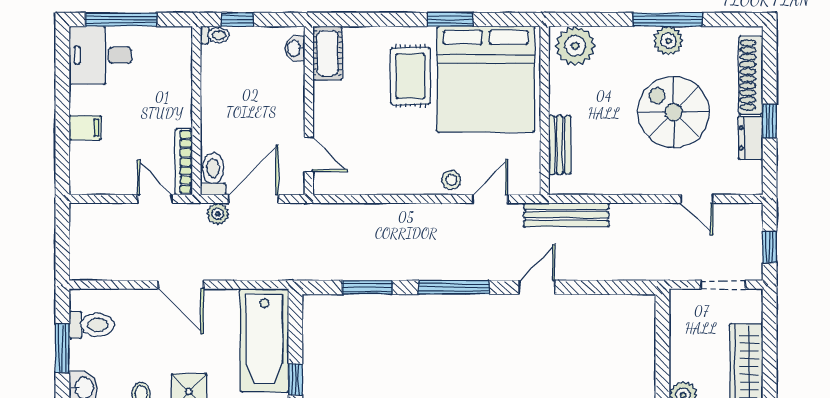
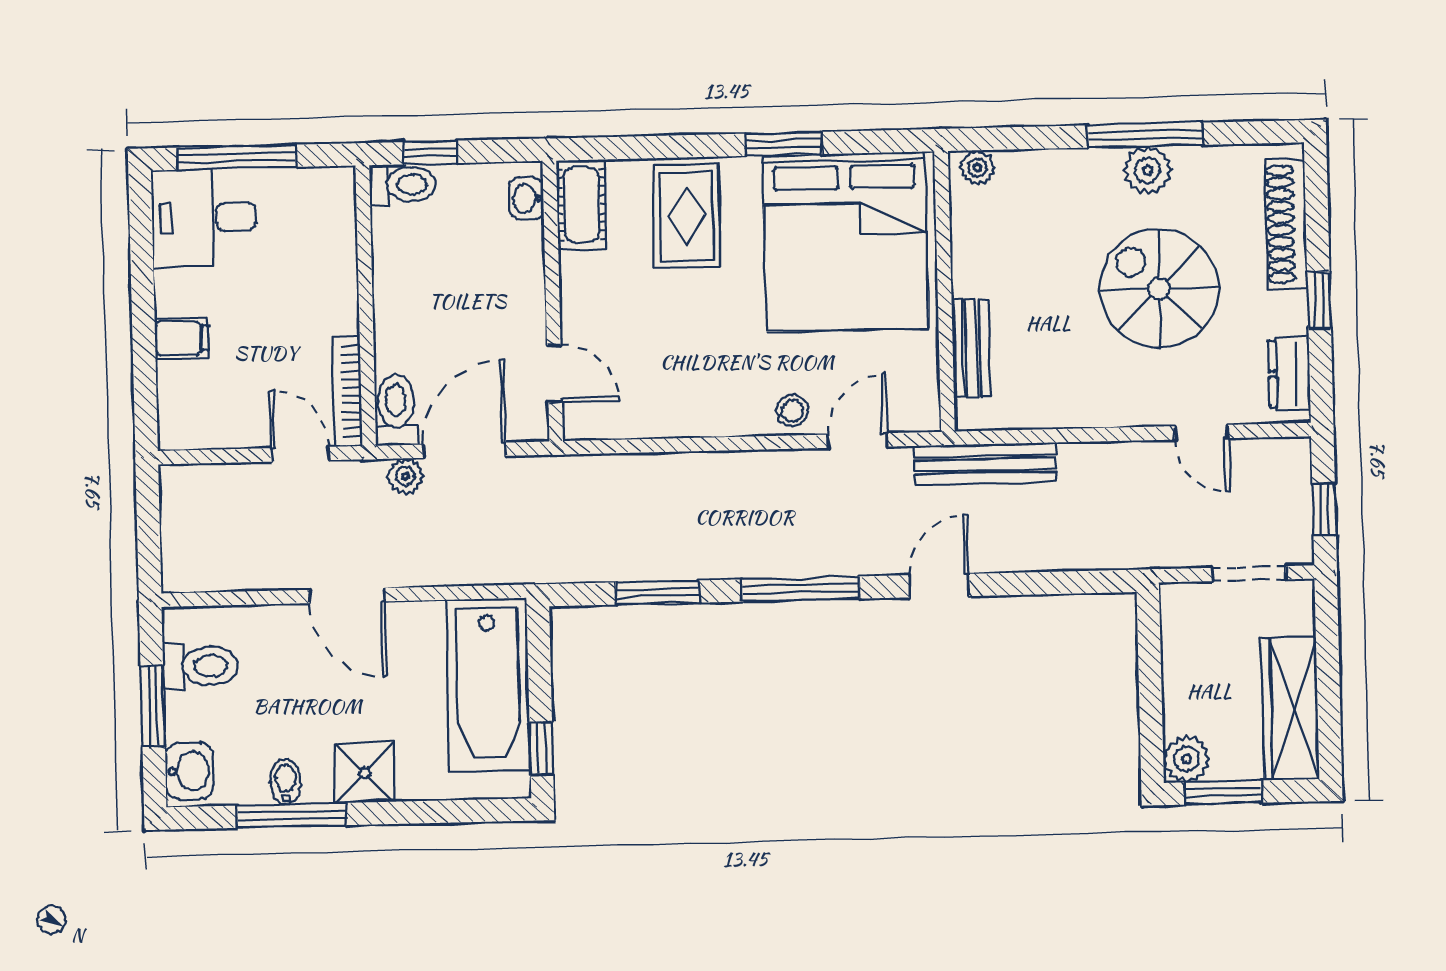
toilet: (215, 35) -> (403, 185), width x1.37, depth x1.39
plant: (575, 46) -> (977, 168), width x0.53, depth x0.53
rug: (410, 76) -> (687, 216), moved
dresser: (751, 138) -> (1289, 374), moved

